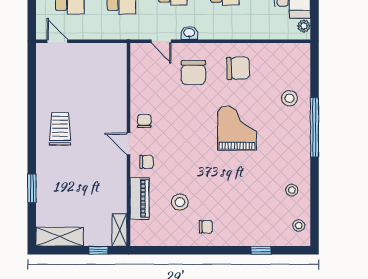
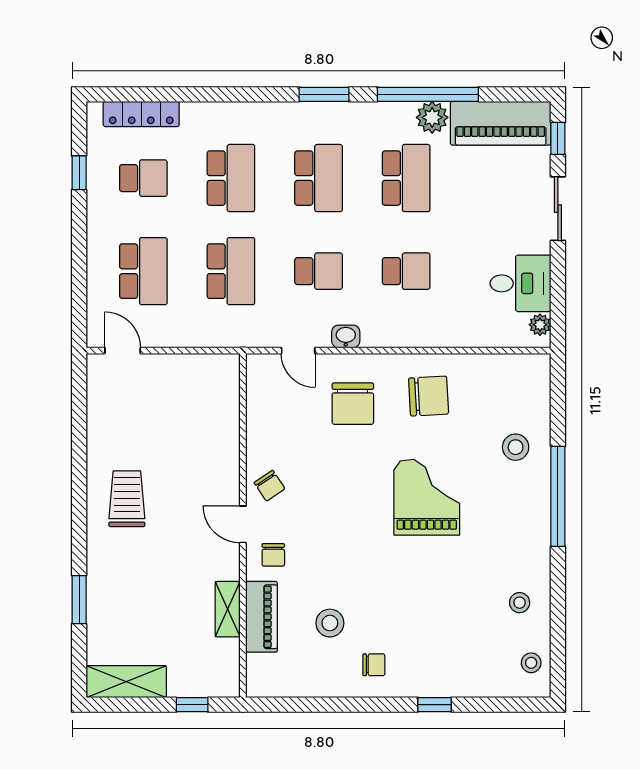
chair: (144, 121) -> (270, 486), turned 146
chair: (146, 162) -> (273, 555), turned 90
shelving: (120, 230) -> (228, 609), moved
window: (261, 250) -> (435, 705), moved

